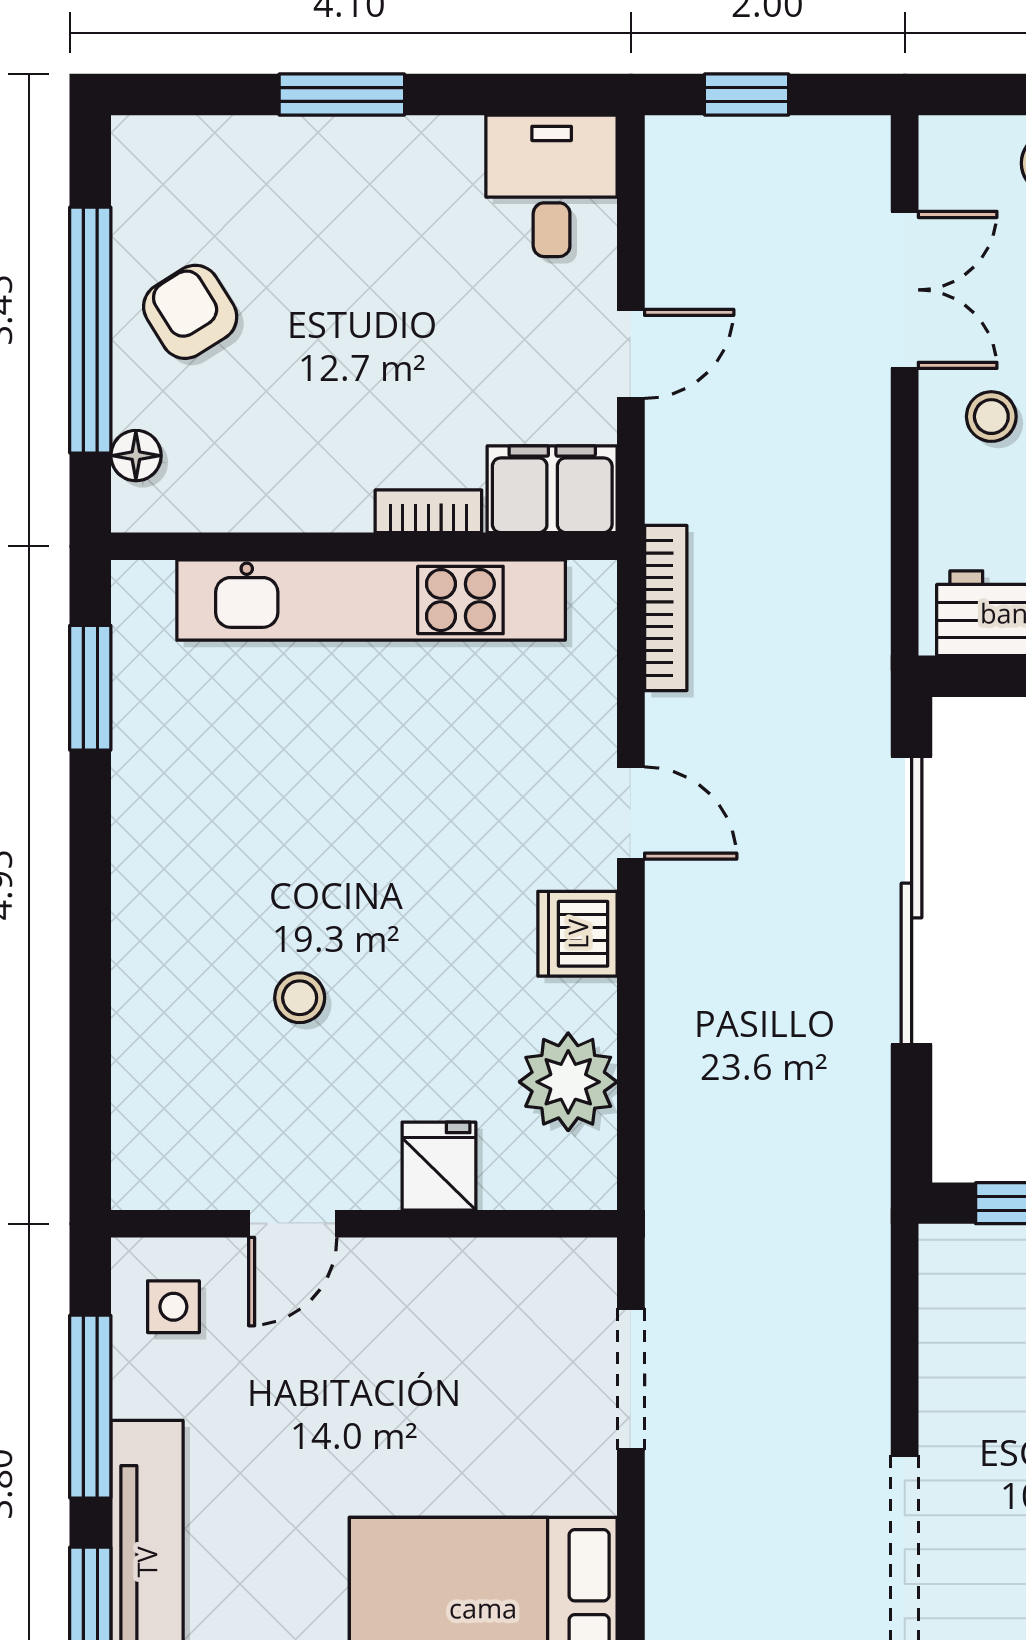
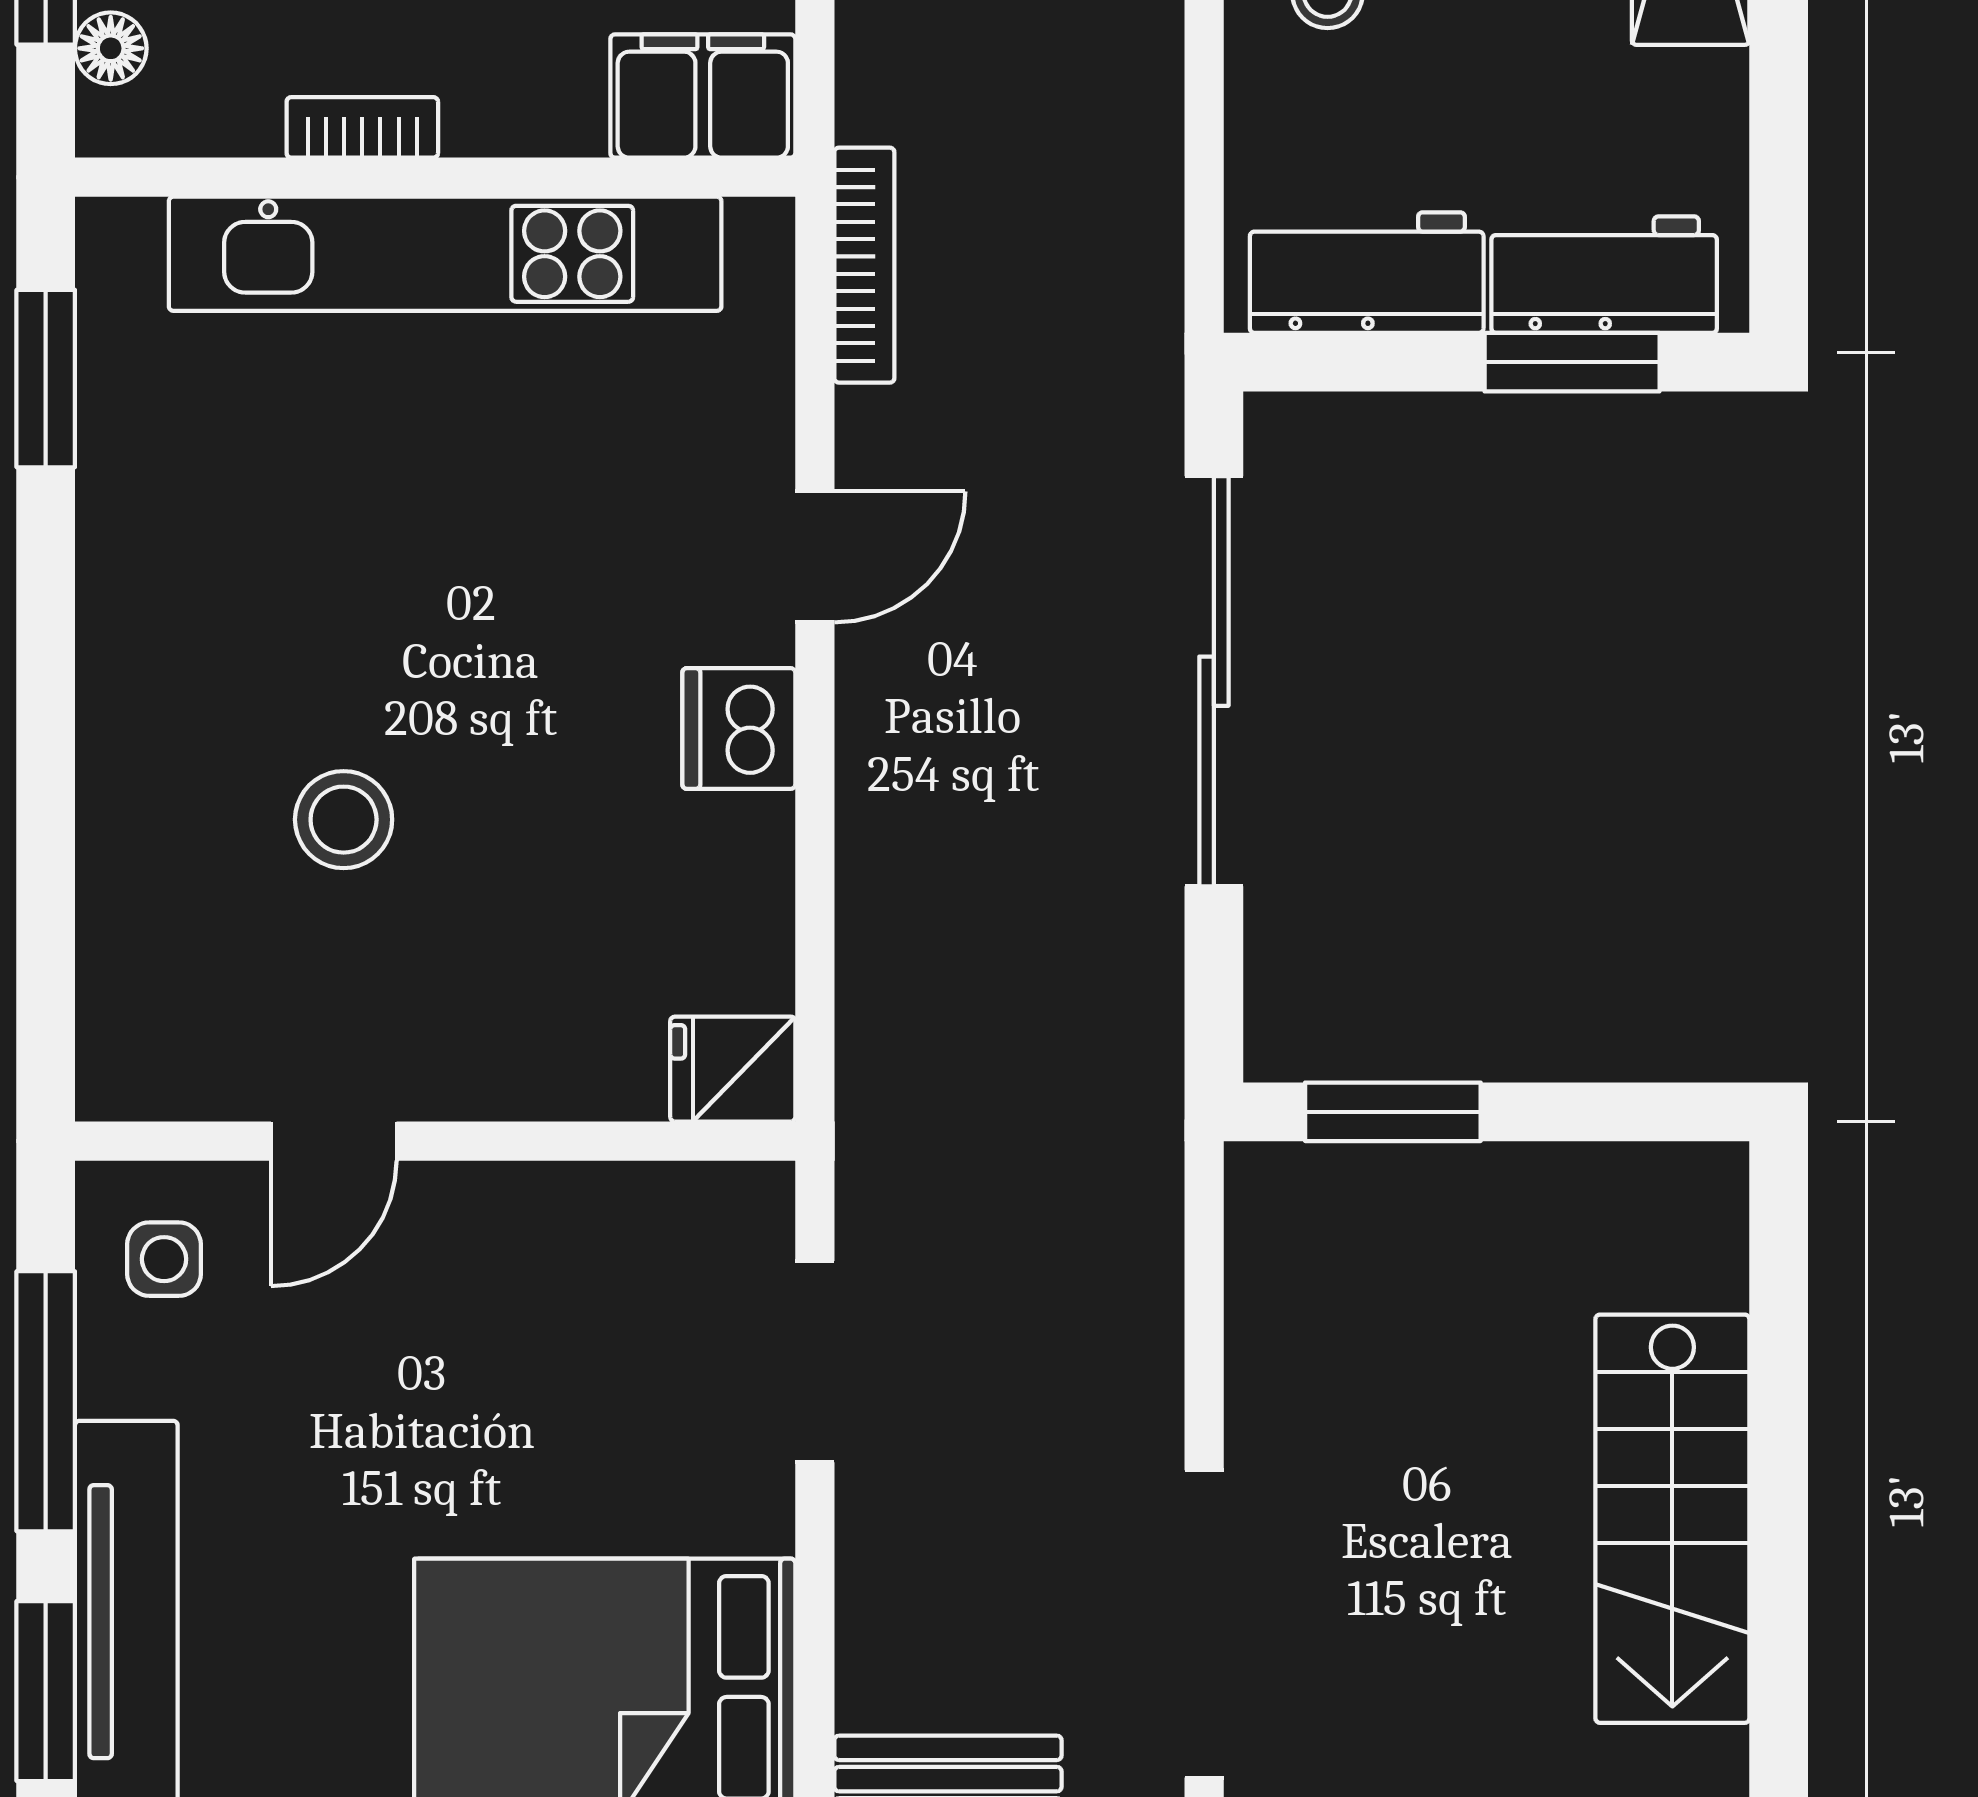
bookcase: (428, 511) -> (362, 127), moved
door: (631, 813) -> (815, 557), hinge flipped
stool: (300, 998) -> (344, 820), width x1.37, depth x1.37
plant: (568, 1082) -> (726, 939), removed
fridge: (439, 1166) -> (733, 1069), moved, turned -90

